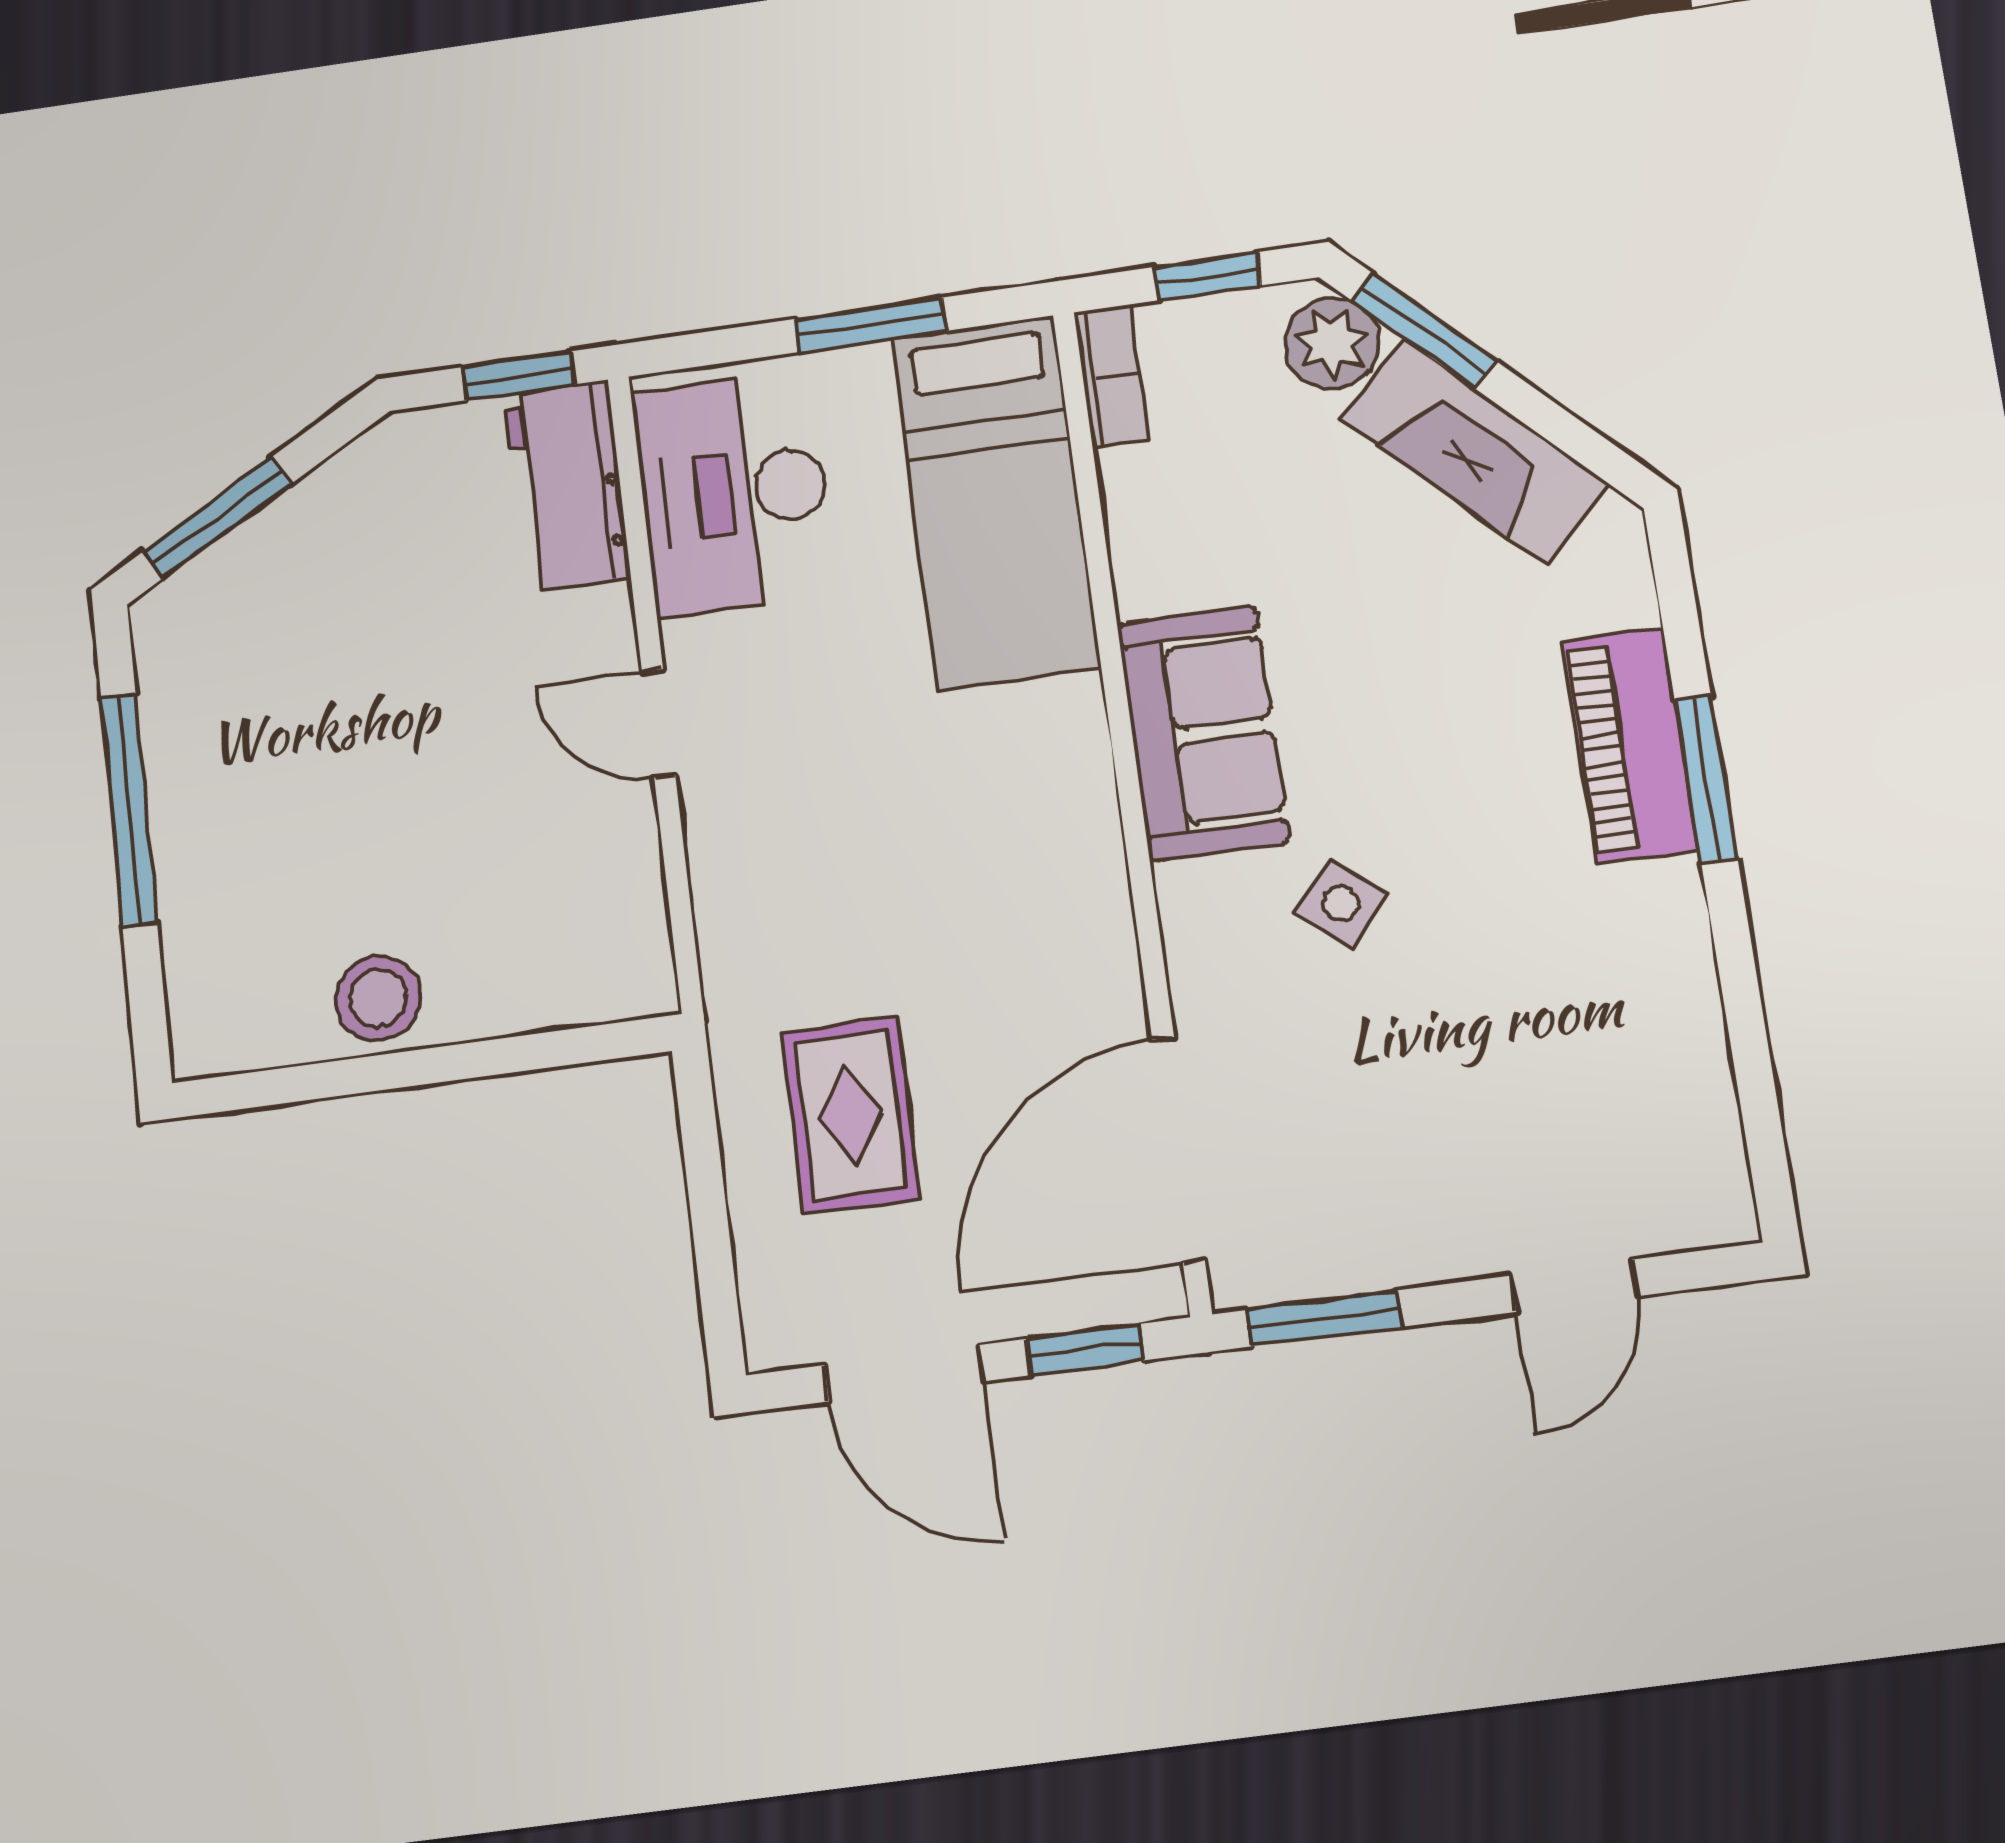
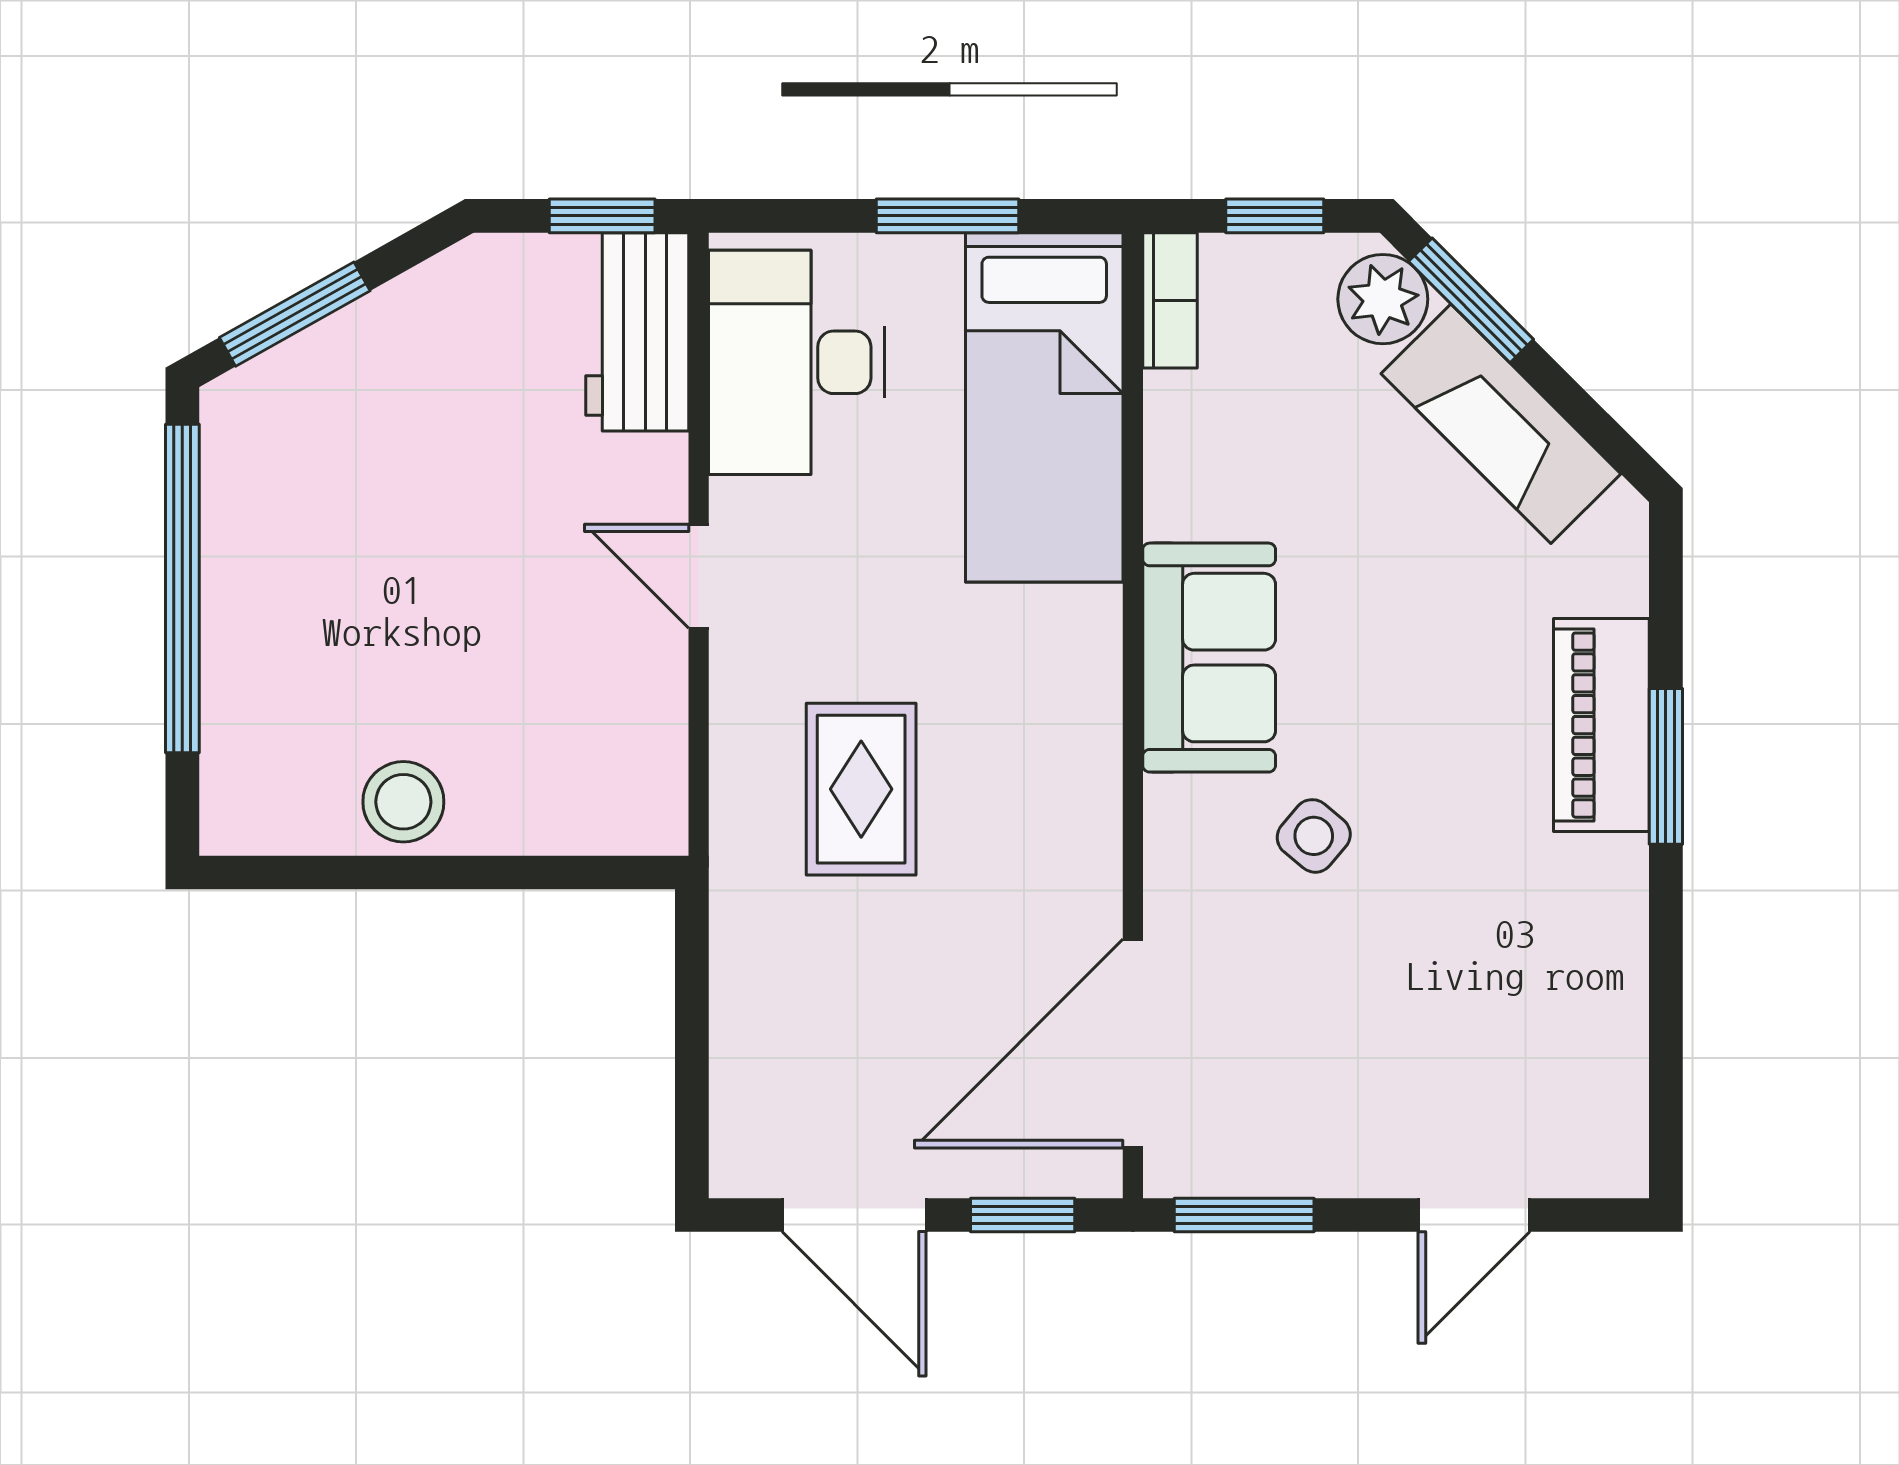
window: (129, 810) -> (182, 589), width x1.46
rug: (851, 1115) -> (861, 789), moved

